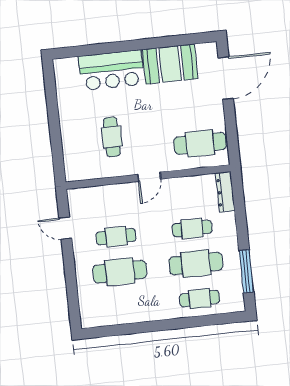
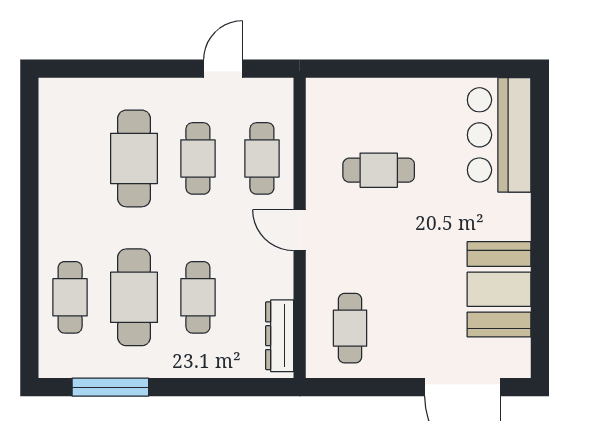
bar counter: (111, 70) -> (499, 135), moved
cafe table: (200, 143) -> (350, 328), width x0.73, depth x0.74
dresser: (225, 192) -> (280, 336), moved, turned -90
cafe table: (112, 202) -> (262, 158), added

